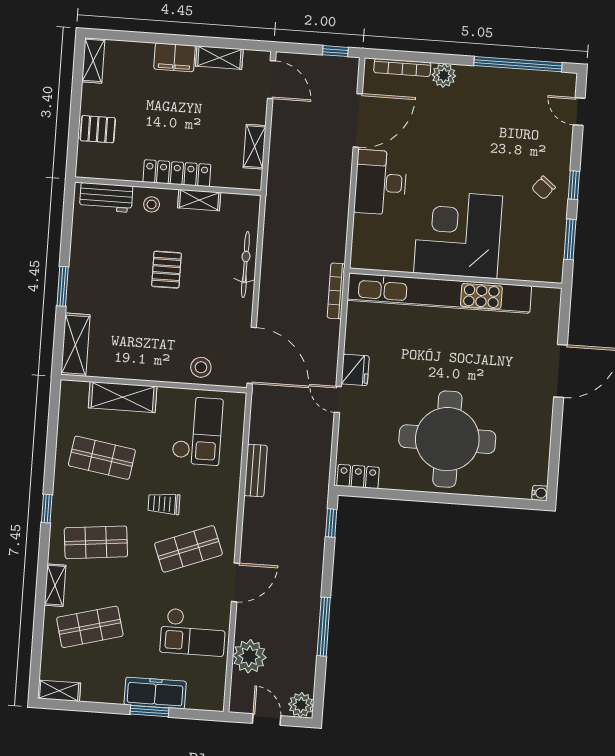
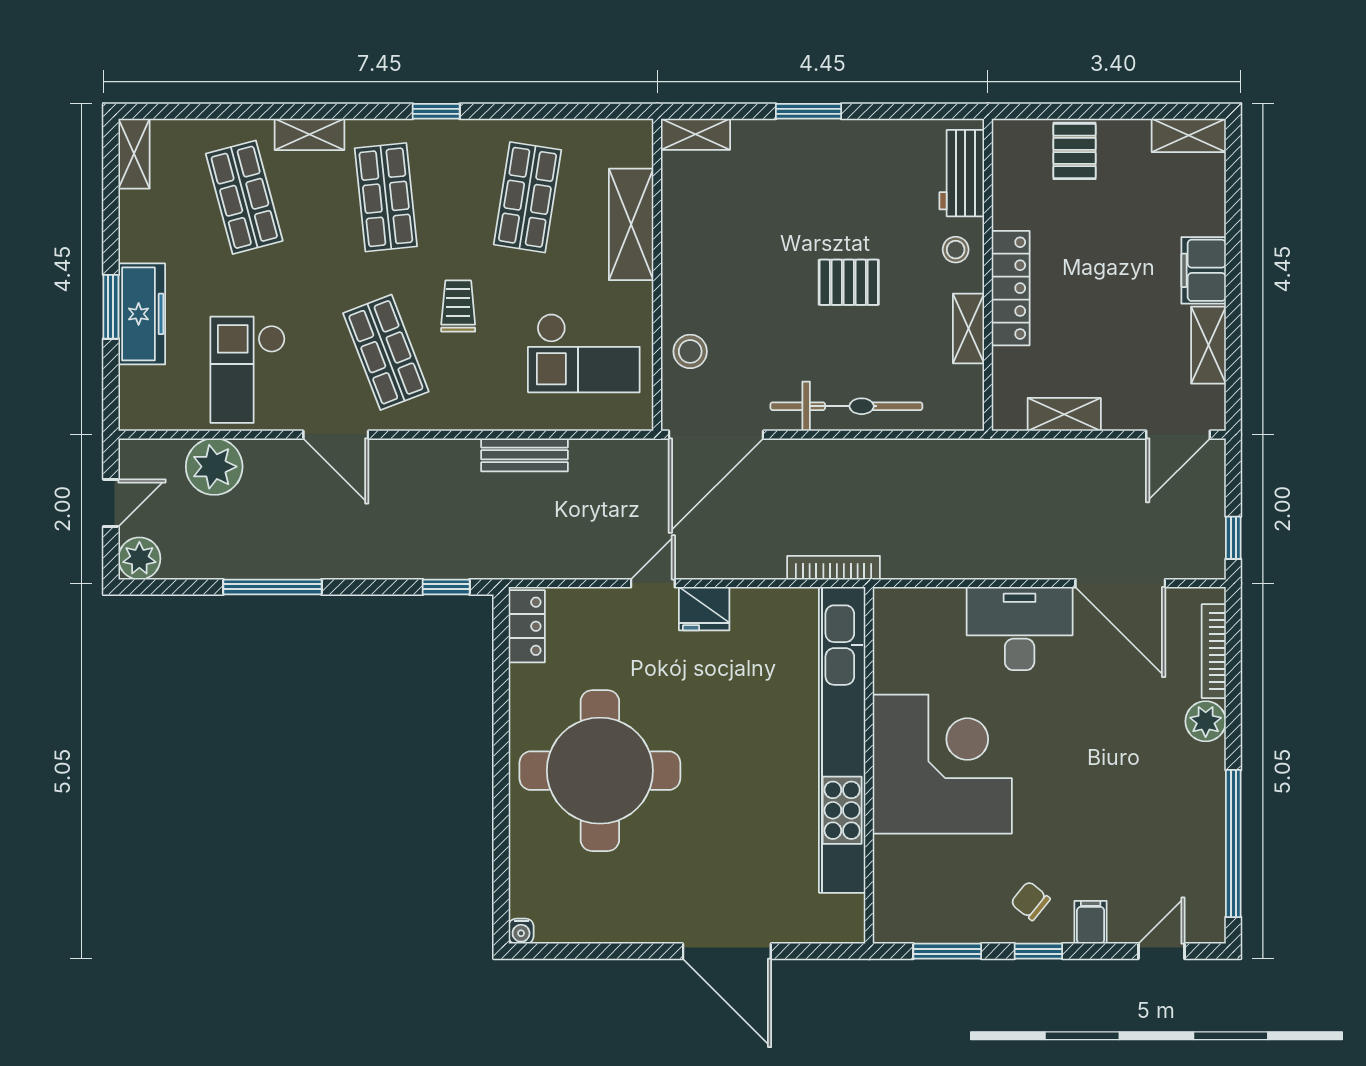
filing cabinet: (559, 153) -> (1091, 922), added
bicycle: (245, 264) -> (846, 406), width x1.37, depth x1.40
shelving: (75, 345) -> (696, 134), width x0.67, depth x0.75

